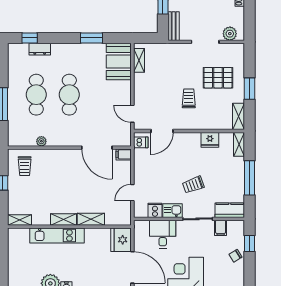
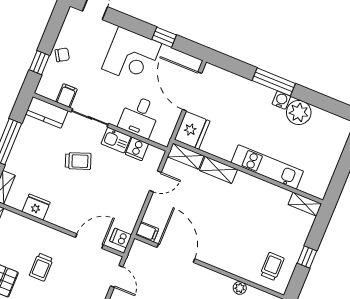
shelving: (63, 219) -> (186, 156), moved

